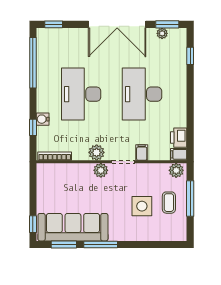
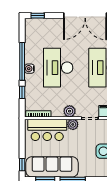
window: (33, 63) -> (22, 61), moved
water cooler: (43, 119) -> (29, 69), moved
bar counter: (67, 178) -> (47, 130), added

